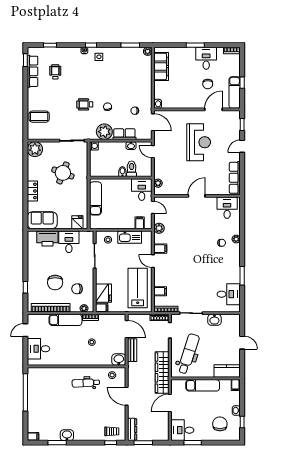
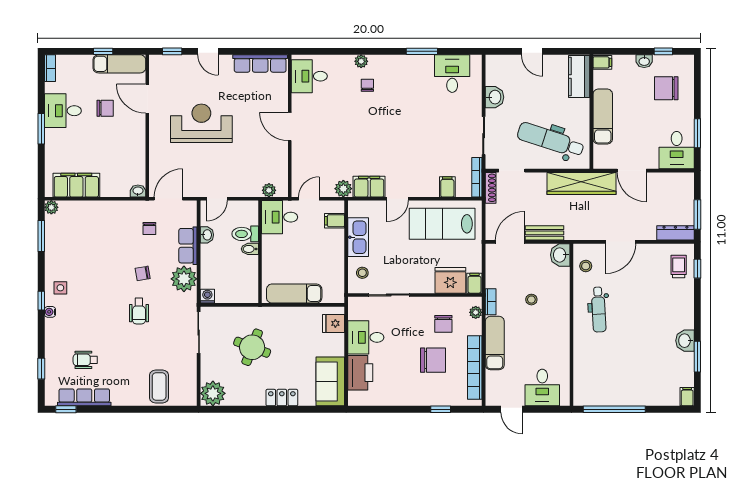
filing cabinet: (160, 249) -> (369, 187), width x2.00
door: (242, 343) -> (532, 51), swing flipped

